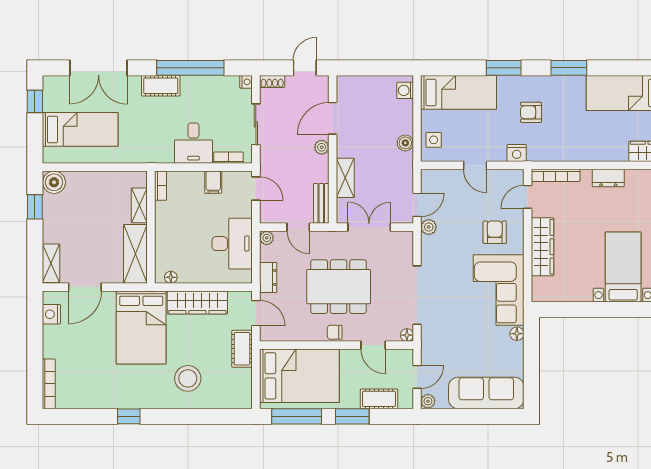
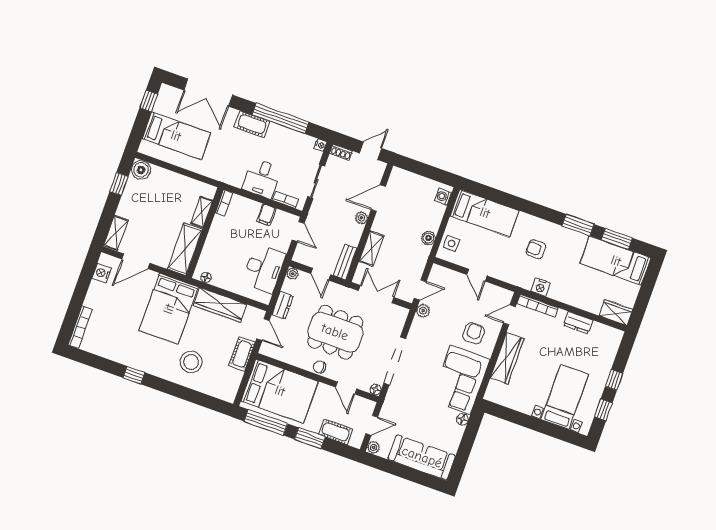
window: (504, 68) -> (617, 239), moved
nightstand: (517, 153) -> (541, 287), moved

